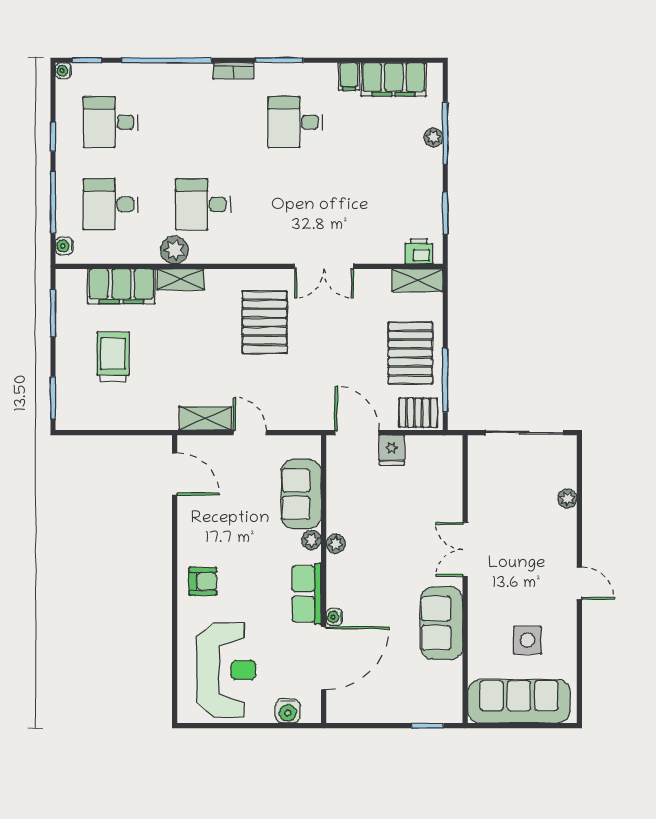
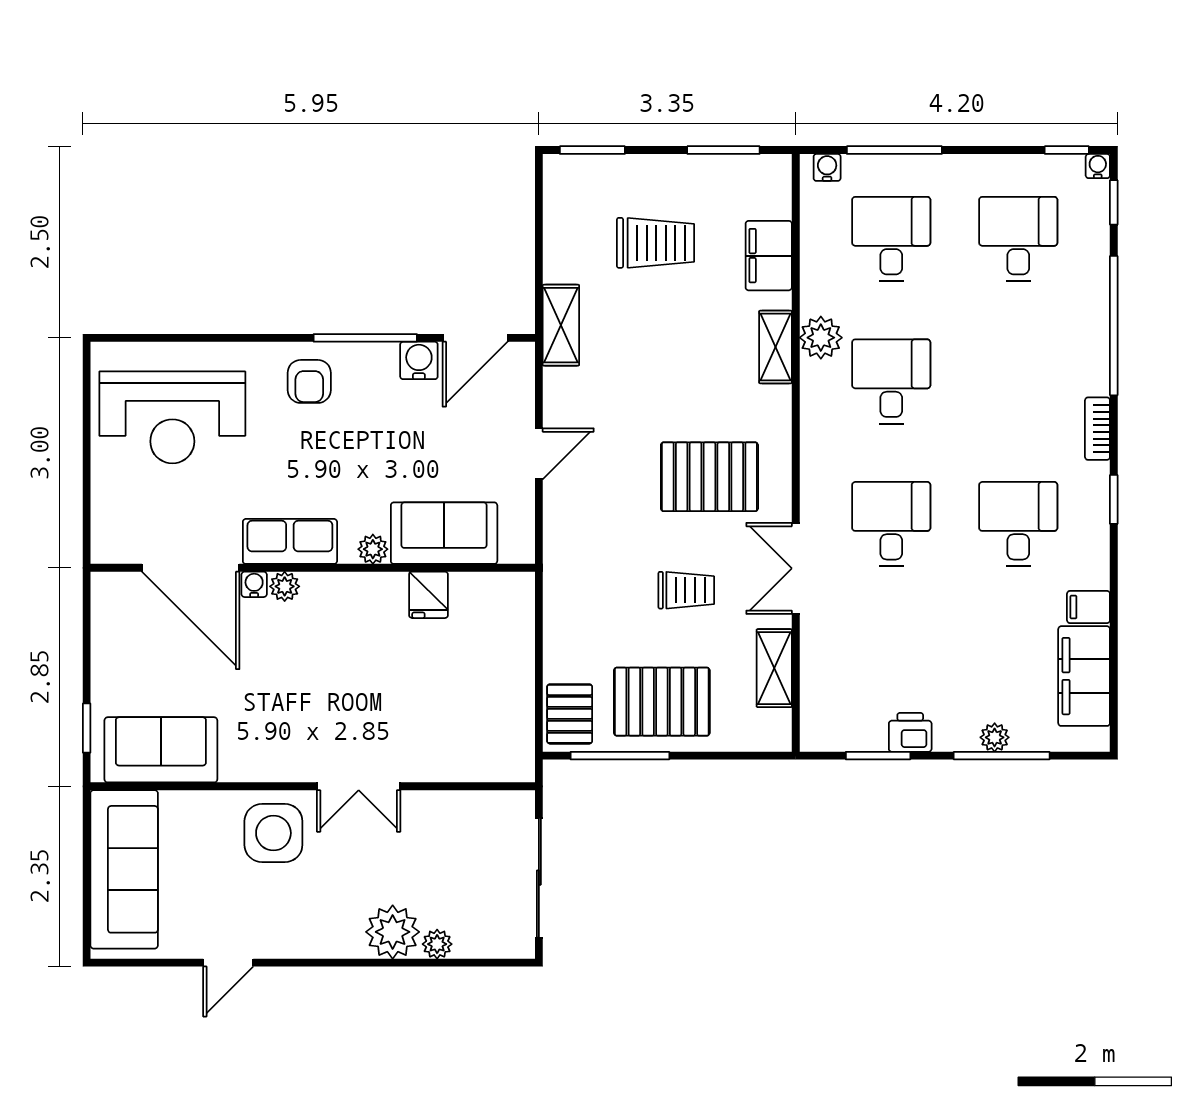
window: (279, 60) -> (1114, 499), width x0.67
window: (53, 137) -> (1067, 150), moved
desk: (295, 204) -> (891, 524), added
printer: (419, 251) -> (910, 732), moved, turned -90
shelving: (417, 280) -> (774, 668), moved
filing cabinet: (121, 286) -> (769, 256), width x0.67, depth x0.86
trolley: (338, 337) -> (686, 590), added
shelving: (205, 418) -> (561, 325), moved
door: (357, 433) -> (539, 619), removed
fridge: (392, 450) -> (429, 595), moved, turned -90
plant: (560, 527) -> (393, 932), added
plant: (336, 544) -> (285, 586), moved
window: (175, 545) -> (365, 338), added
double door: (465, 549) -> (359, 786), swing flipped
door: (579, 583) -> (228, 963), moved
sofa: (442, 623) -> (161, 750), moved
side table: (527, 640) -> (273, 833), moved, width x1.37, depth x1.37
water cooler: (288, 711) -> (419, 360), moved, turned 90

